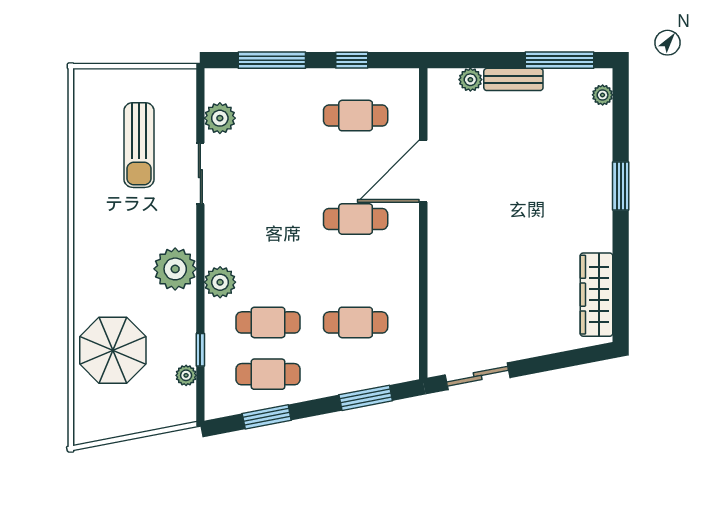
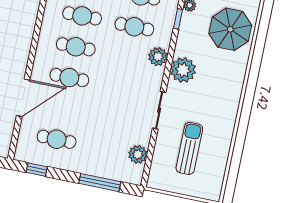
window: (352, 60) -> (37, 170), moved
sliding door: (200, 174) -> (159, 110), moved
cafe table: (356, 271) -> (76, 47), added

